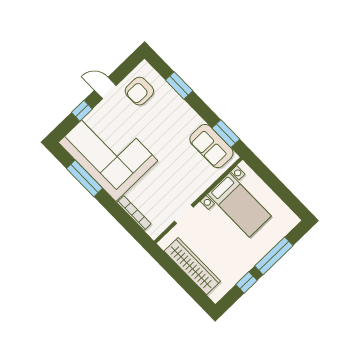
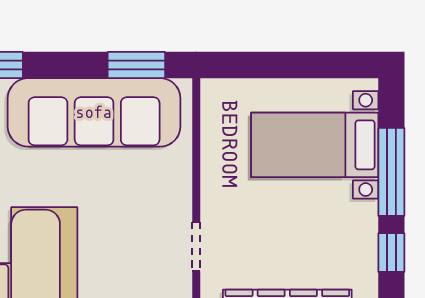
sofa: (211, 146) -> (94, 112), width x1.85, depth x1.27
bed with nightstands: (239, 205) -> (315, 145), moved, turned 180

